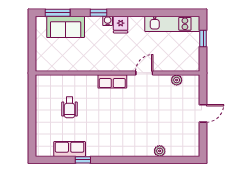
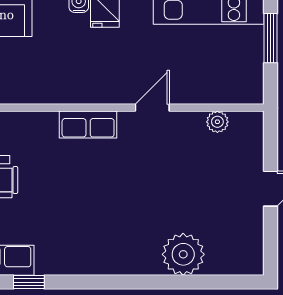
window: (203, 38) -> (270, 38), width x1.50
plant: (160, 151) -> (183, 254), width x1.88, depth x1.88

